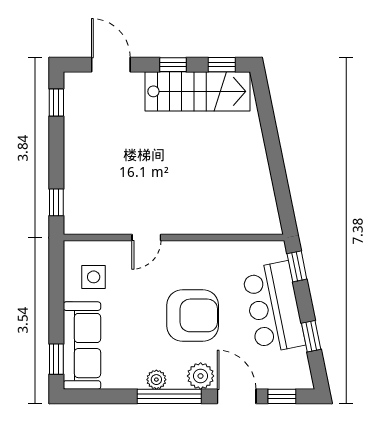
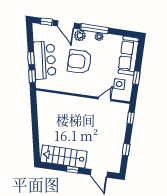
window: (222, 65) -> (52, 167), removed
window: (56, 103) -> (126, 150), moved
door: (146, 238) -> (105, 99), moved
window: (311, 336) -> (31, 58), moved
window: (56, 359) -> (136, 78), moved

